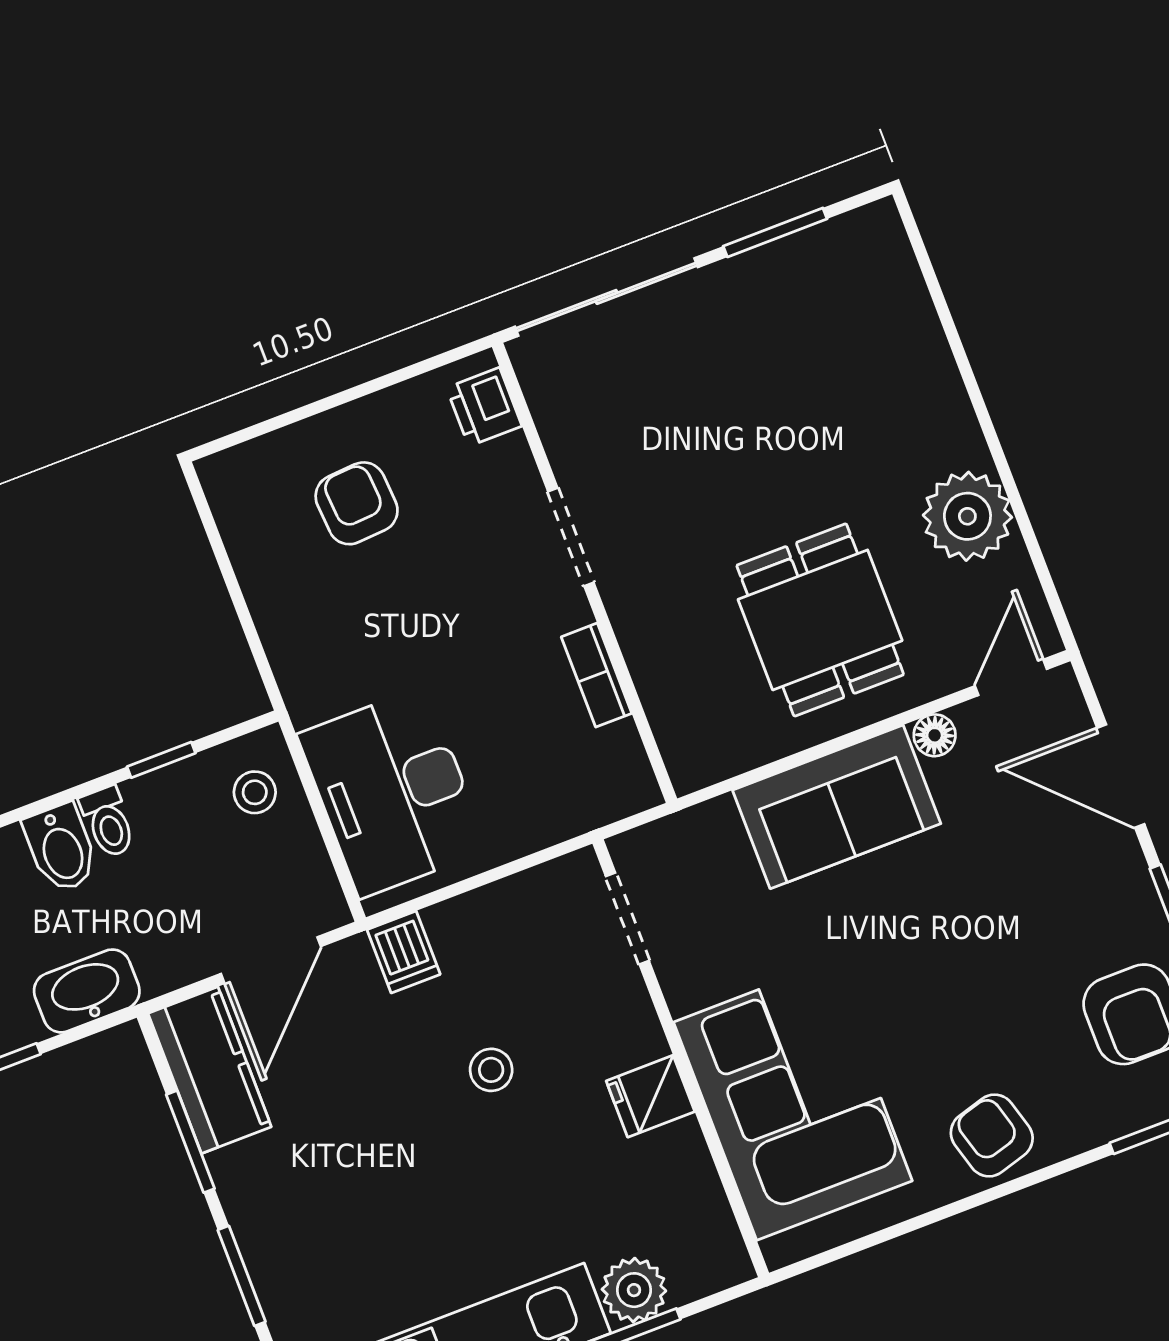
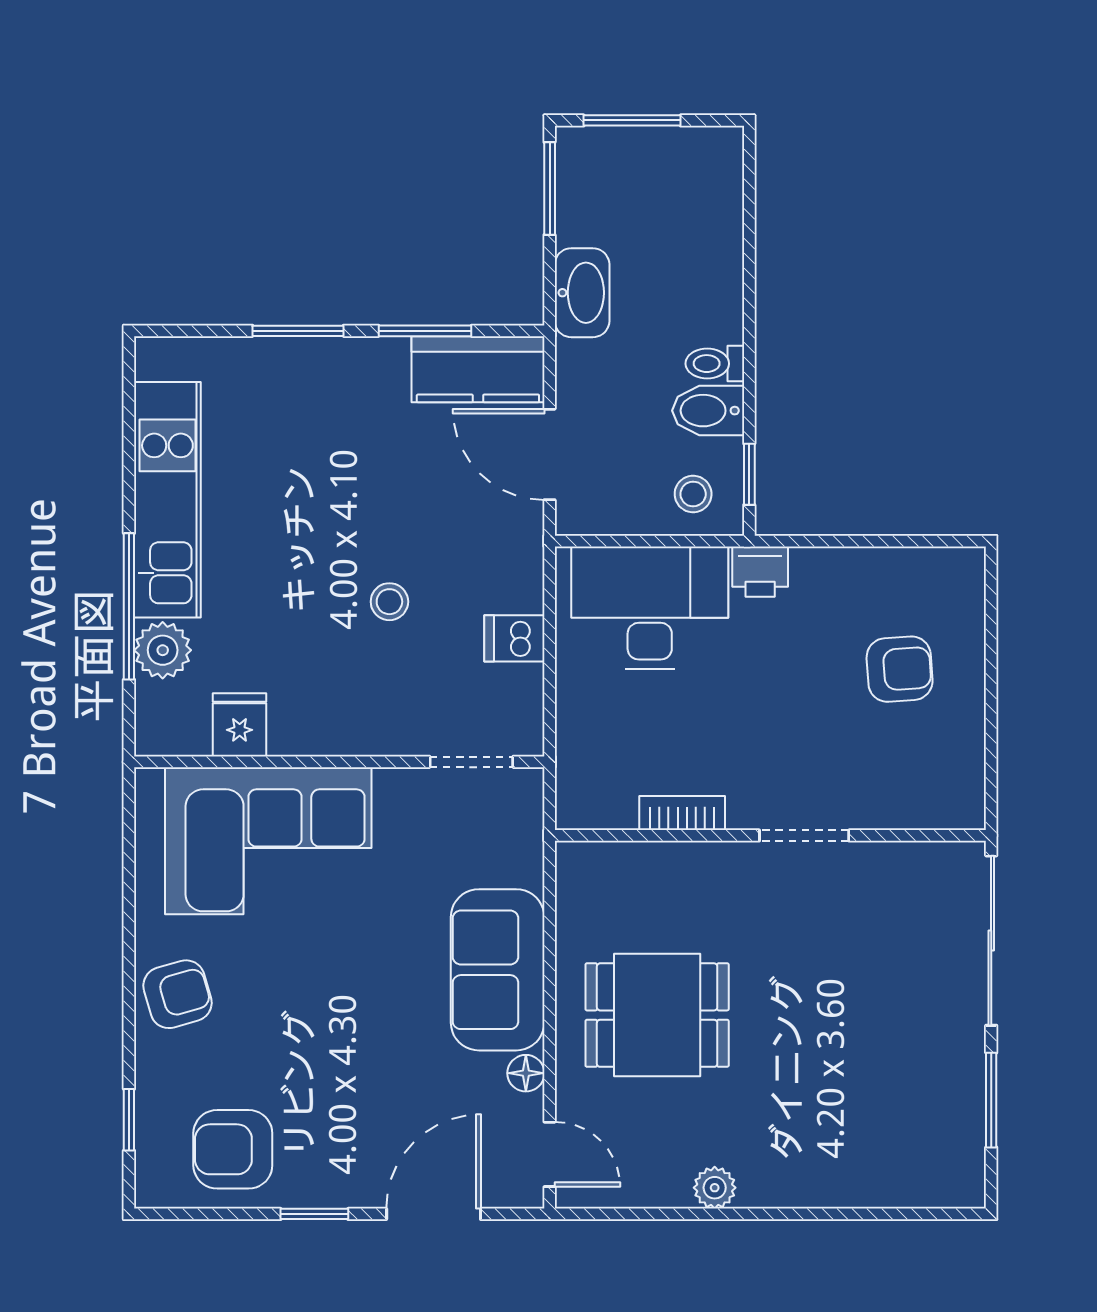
printer: (484, 407) -> (760, 572), moved, turned 180
plant: (967, 516) -> (715, 1188), width x0.53, depth x0.53
window: (161, 760) -> (749, 474), moved
bidet: (61, 848) -> (708, 411), moved
dishwasher: (404, 952) -> (514, 638), moved
fridge: (650, 1096) -> (240, 725), moved

